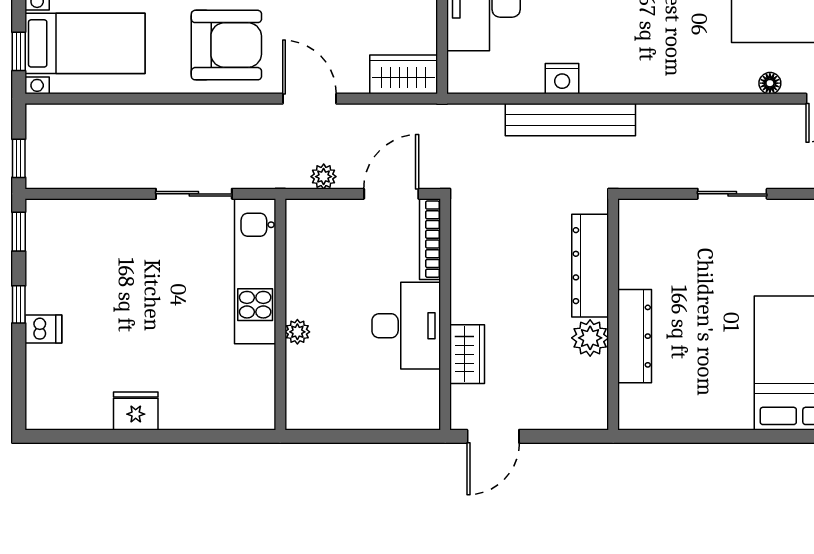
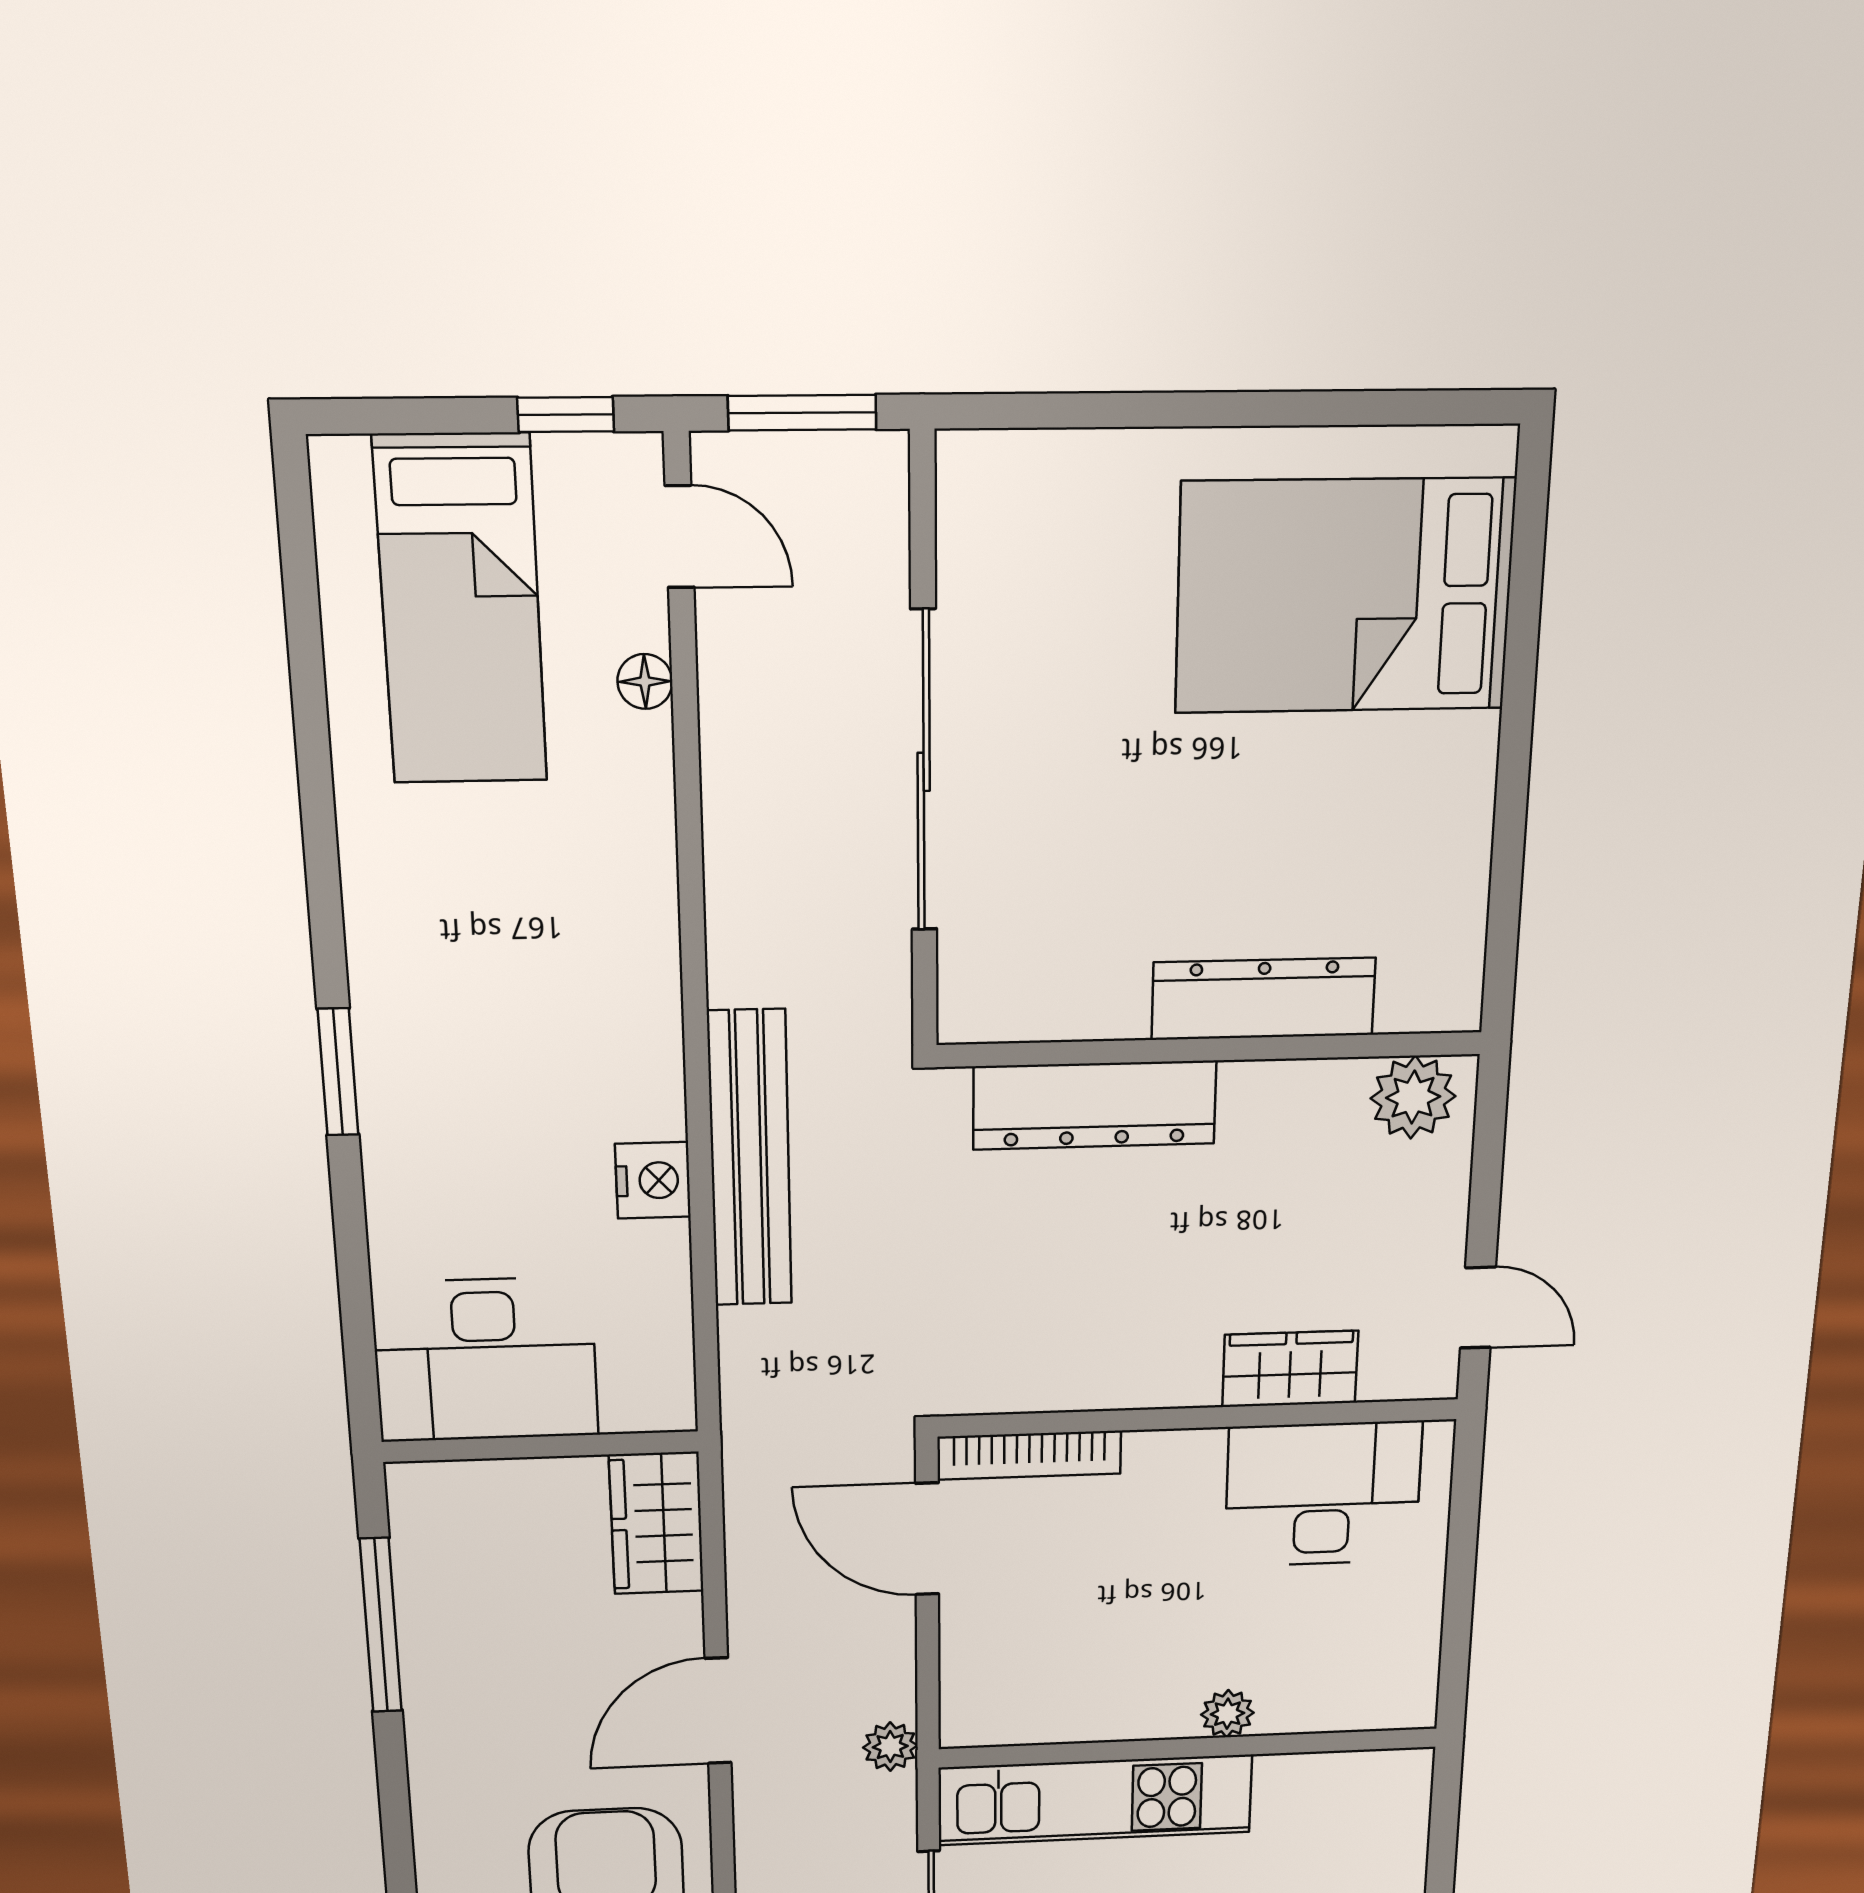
plant: (324, 177) -> (890, 1747), moved
sliding door: (732, 194) -> (924, 772), width x1.86
desk: (406, 326) -> (1323, 1494), moved
plant: (590, 338) -> (1413, 1097), moved
door: (493, 436) -> (1478, 1308), width x0.73

